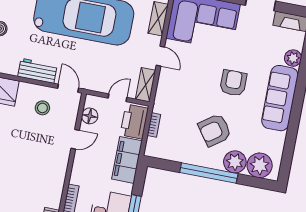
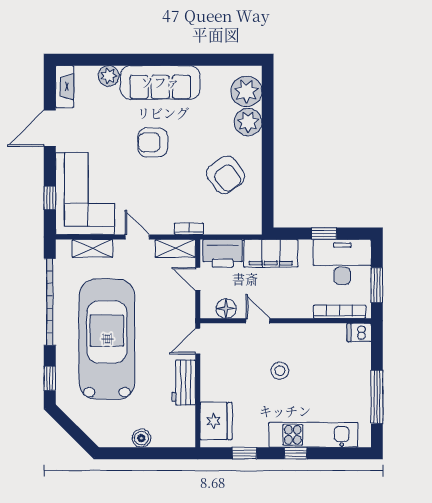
door: (160, 56) -> (137, 237), hinge flipped
stool: (42, 108) -> (280, 371), moved
bookcase: (154, 125) -> (189, 229), moved
armchair: (215, 130) -> (225, 175), moved
window: (209, 173) -> (268, 151), removed

